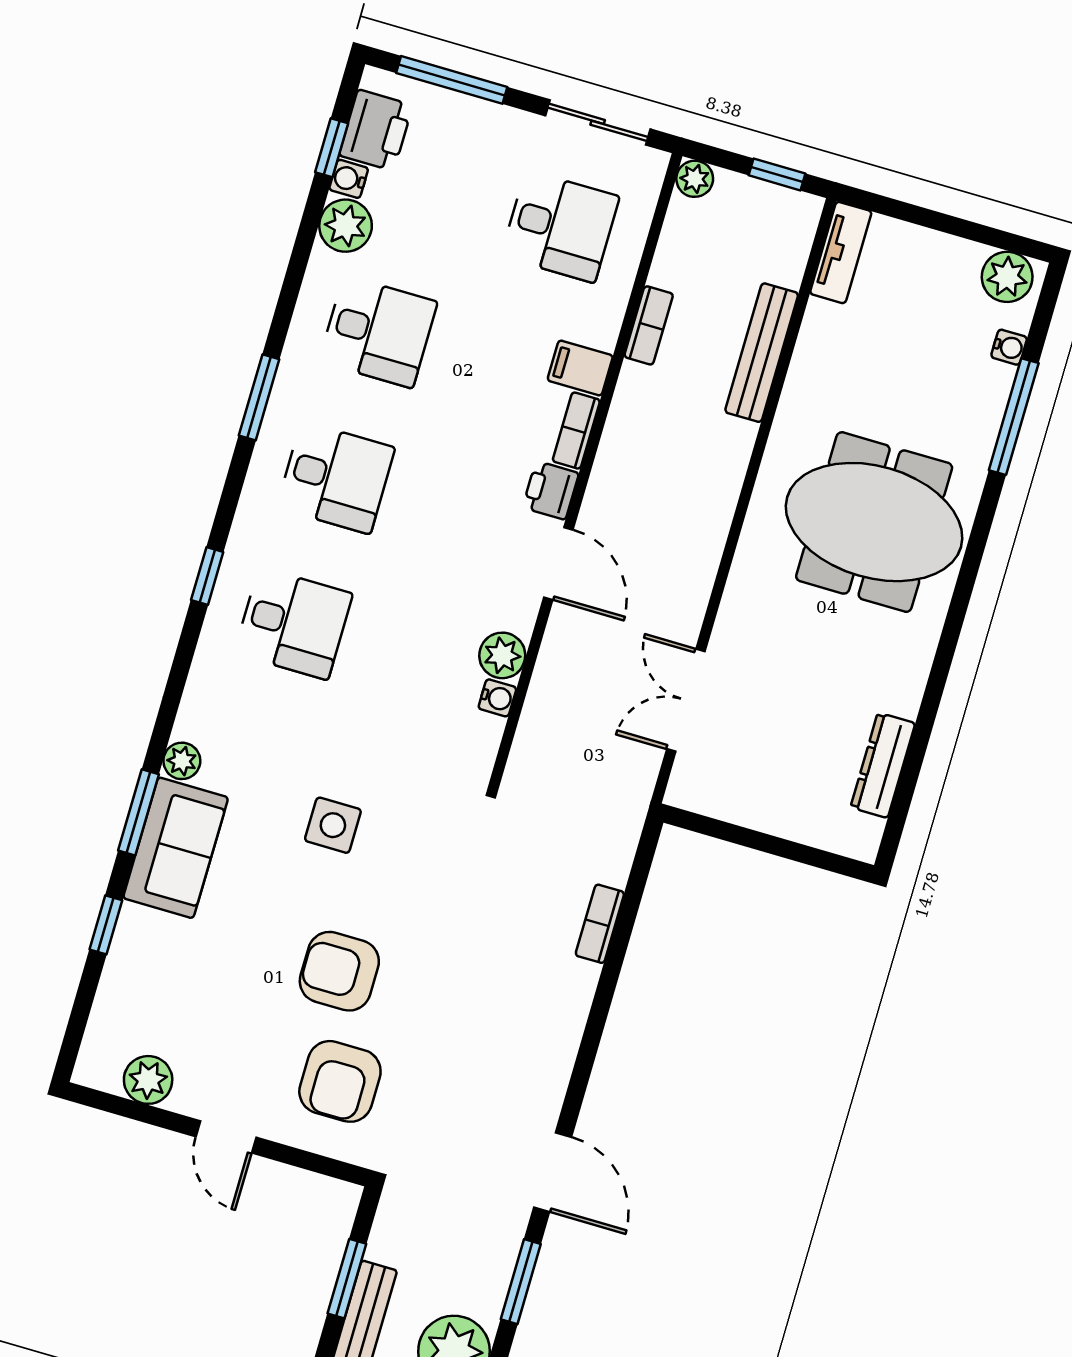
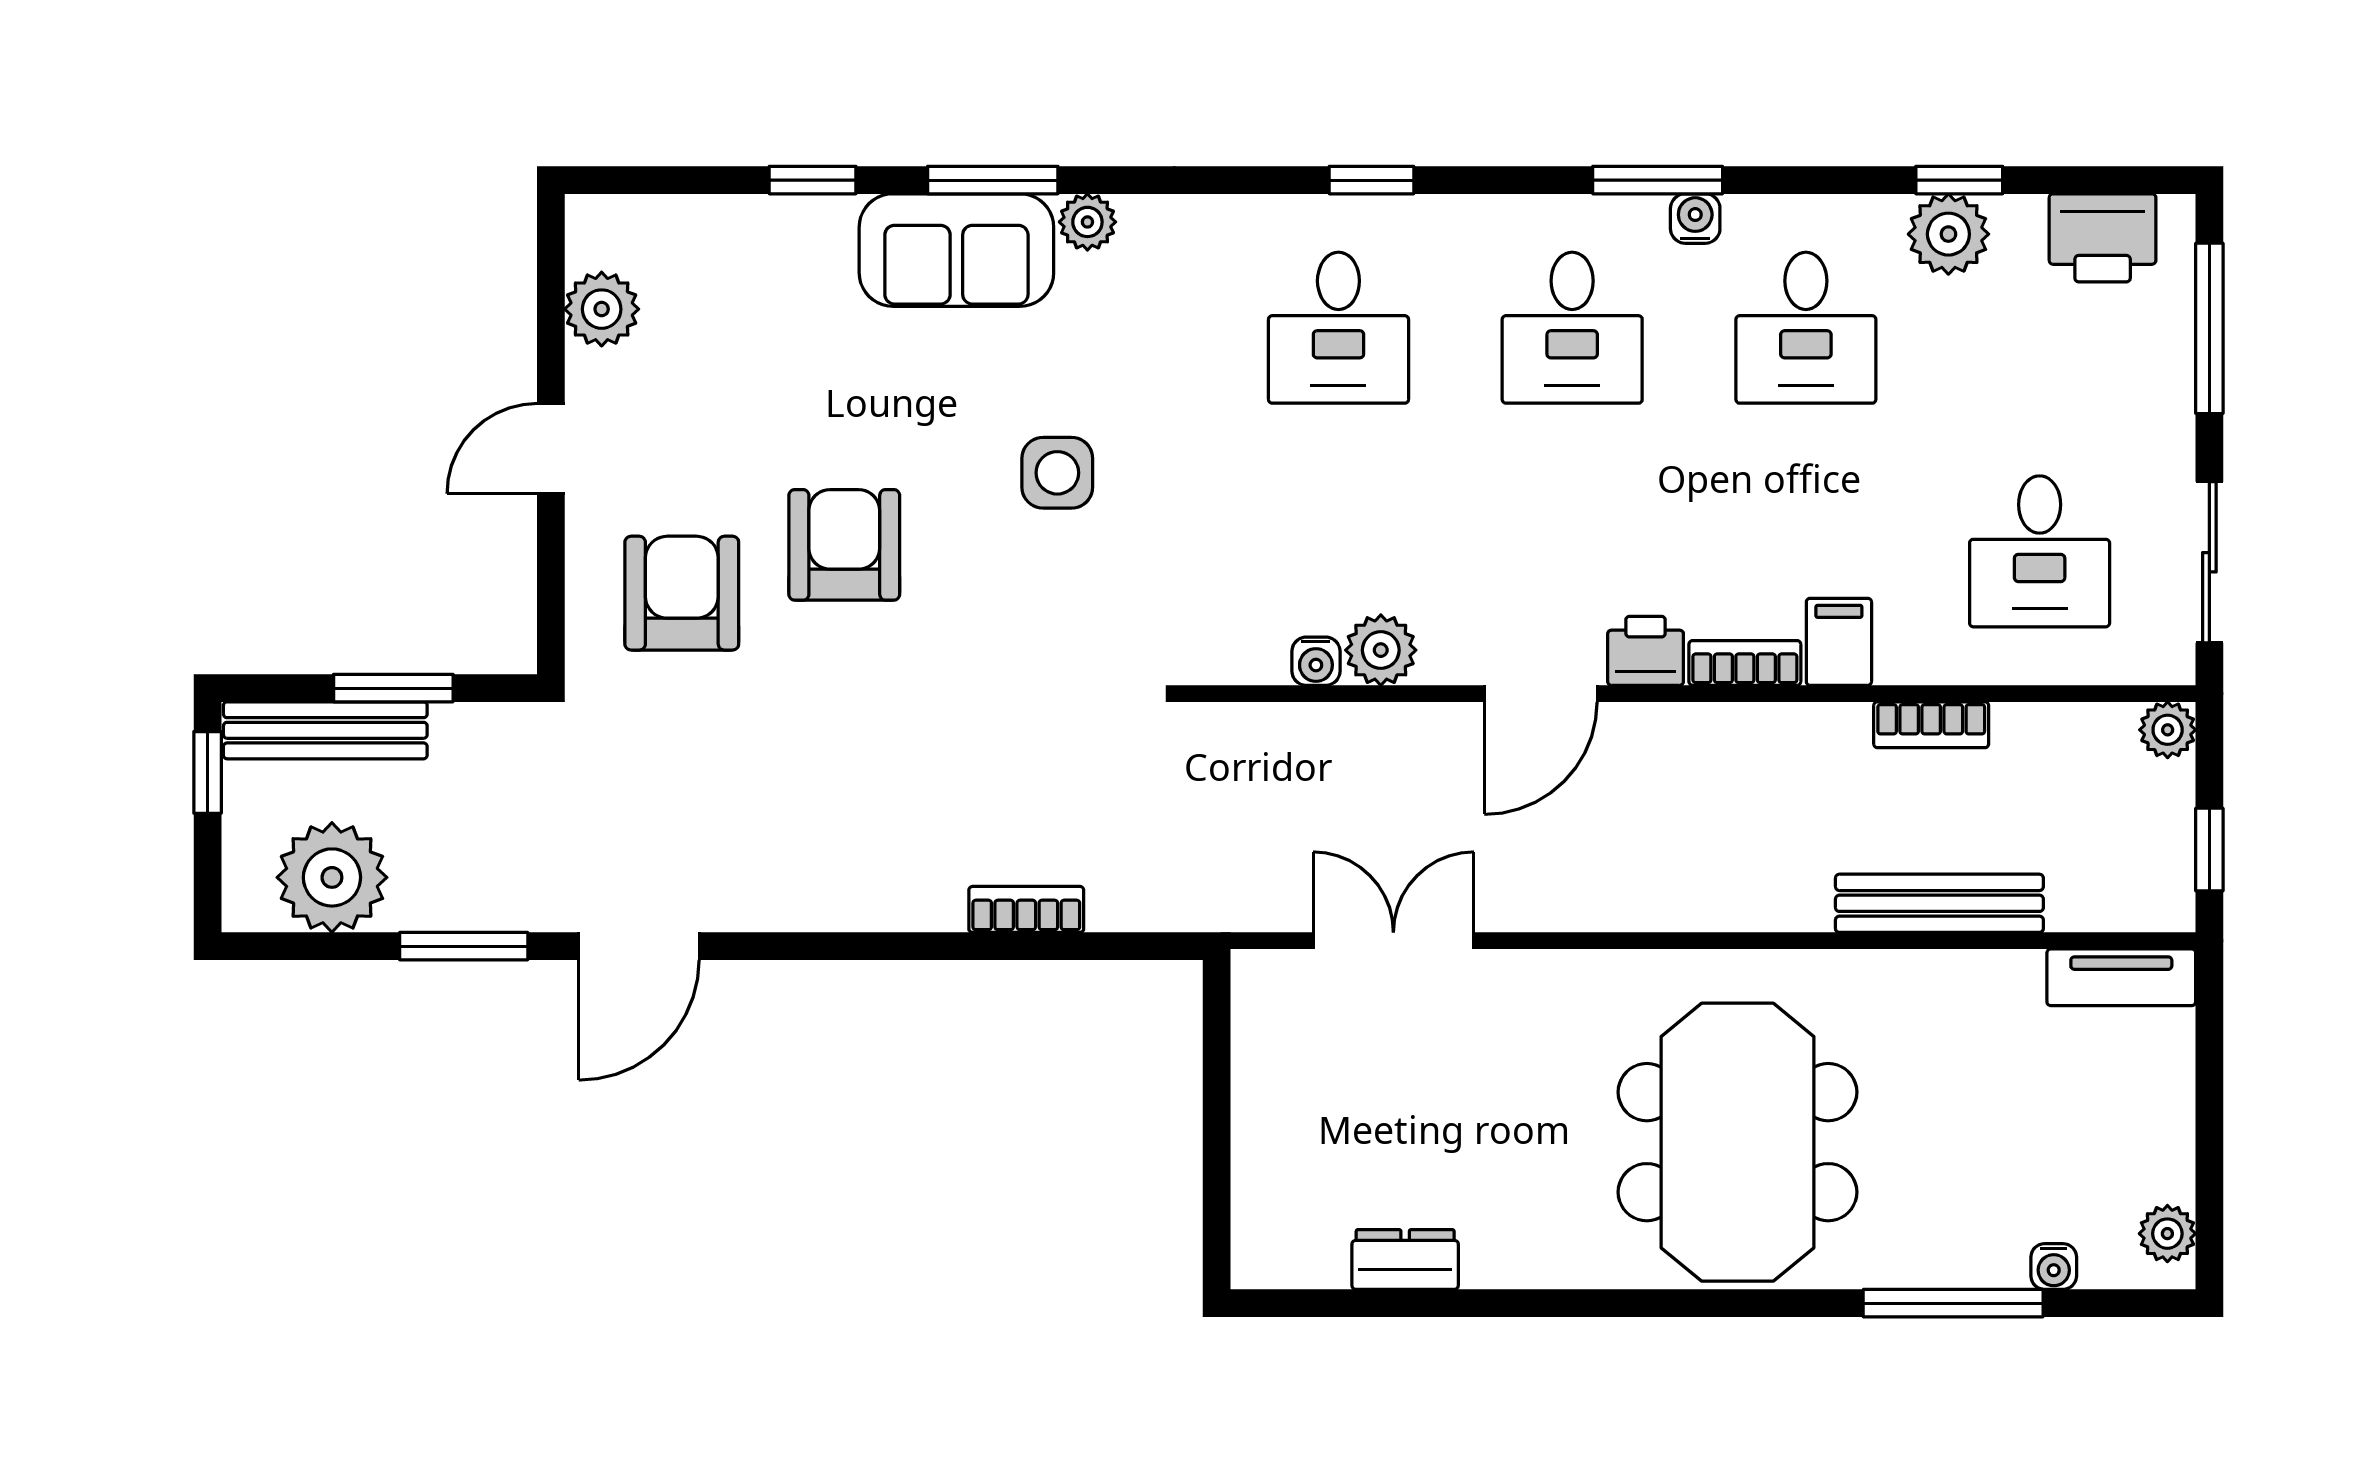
window: (332, 148) -> (1959, 180), moved
water cooler: (349, 179) -> (1695, 219), moved
plant: (1007, 277) -> (2167, 1234), width x0.73, depth x0.73
dresser: (883, 765) -> (1405, 1259), width x0.70
armchair: (340, 1081) -> (682, 593), turned 90

